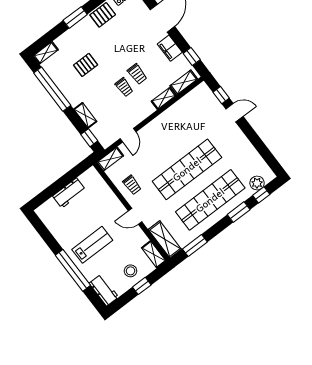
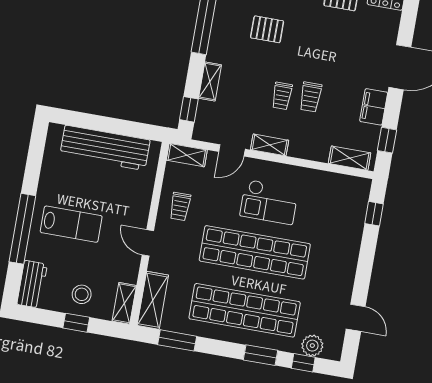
shelving: (164, 98) -> (270, 145), moved
door: (234, 113) -> (356, 318), moved
checkout: (169, 140) -> (269, 202), added
workbench: (69, 193) -> (105, 148), width x1.88, depth x1.32

